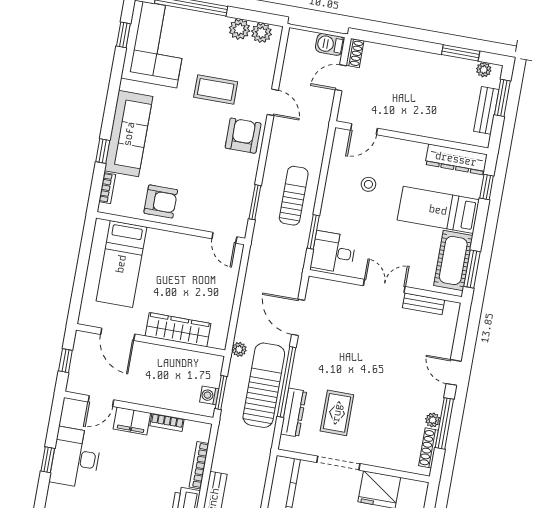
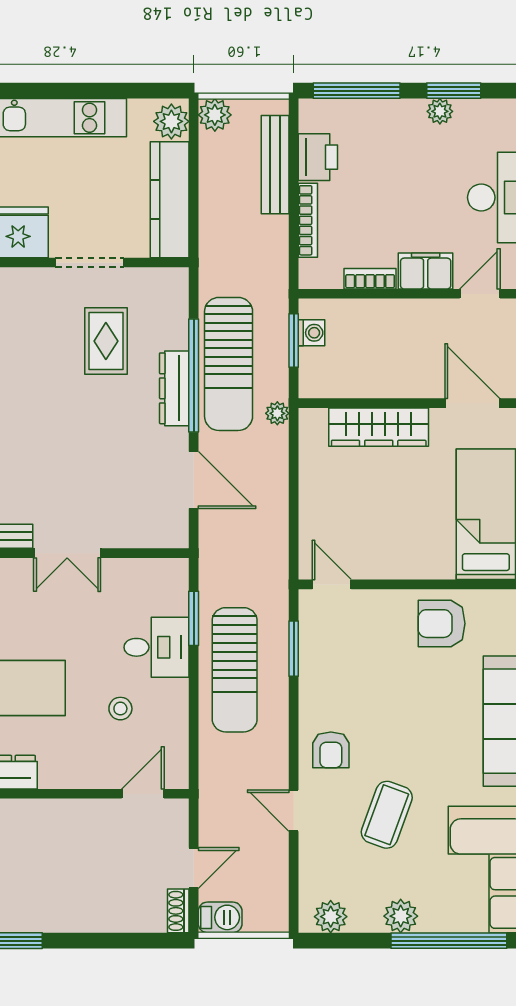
plant: (239, 29) -> (401, 916), moved
coffee table: (216, 89) -> (387, 815), turned -70
armchair: (243, 136) -> (331, 750), width x0.72, depth x0.72
sun lounger: (294, 196) -> (235, 670), width x1.36, depth x1.34
desk: (333, 252) -> (157, 647), moved
dresser: (293, 413) -> (174, 388), moved

